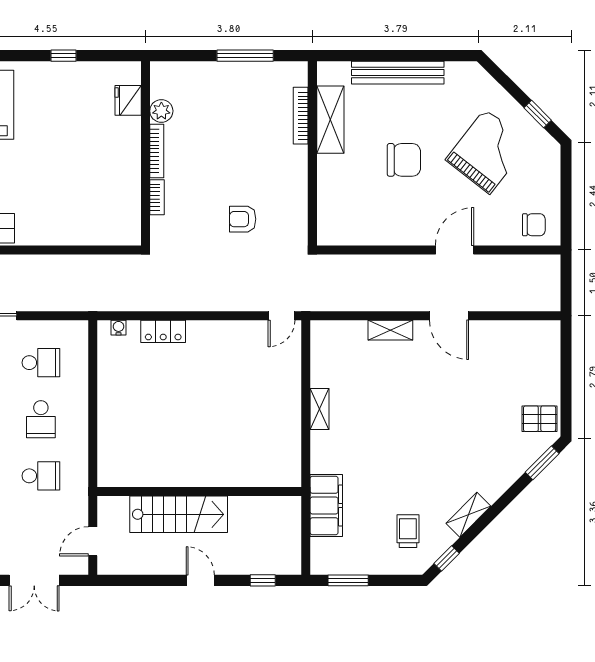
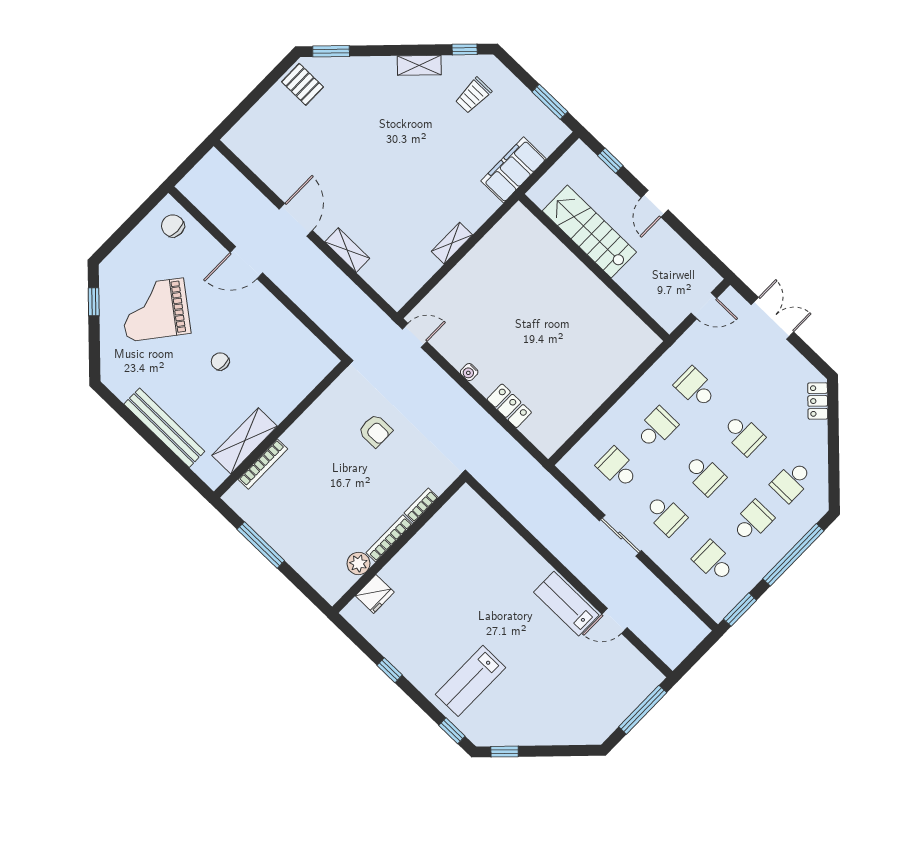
chair: (404, 160) -> (220, 361), width x0.54, depth x0.54
water cooler: (119, 328) -> (469, 372), moved
stairs: (179, 514) -> (589, 231), moved

